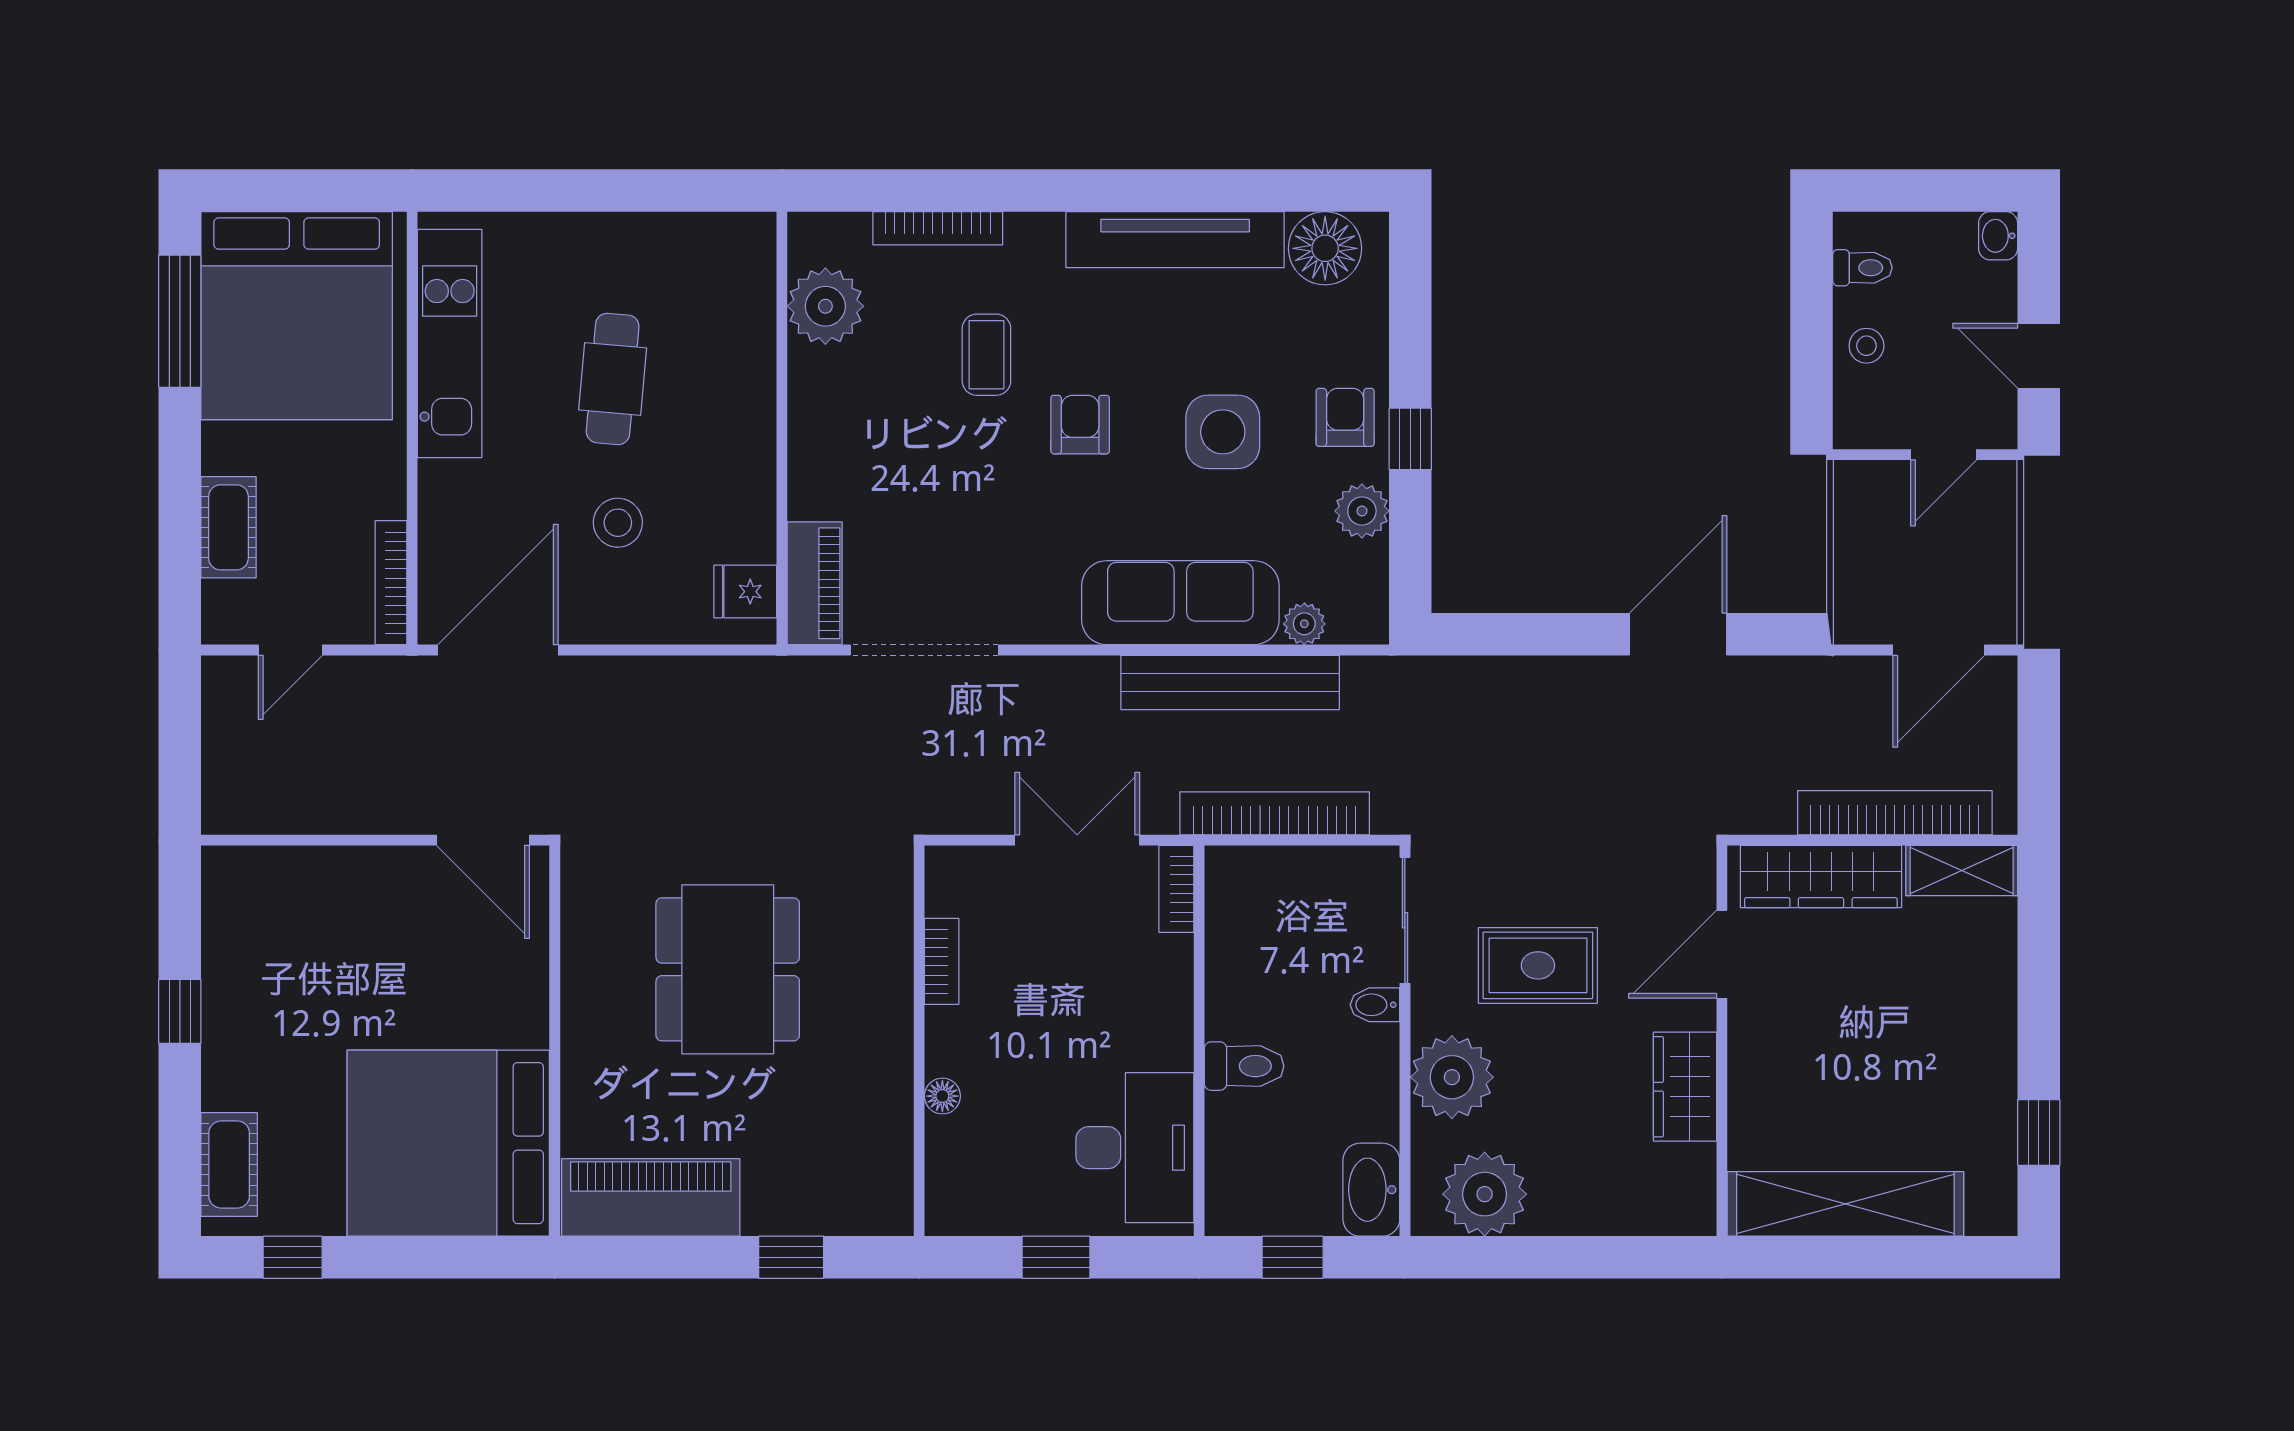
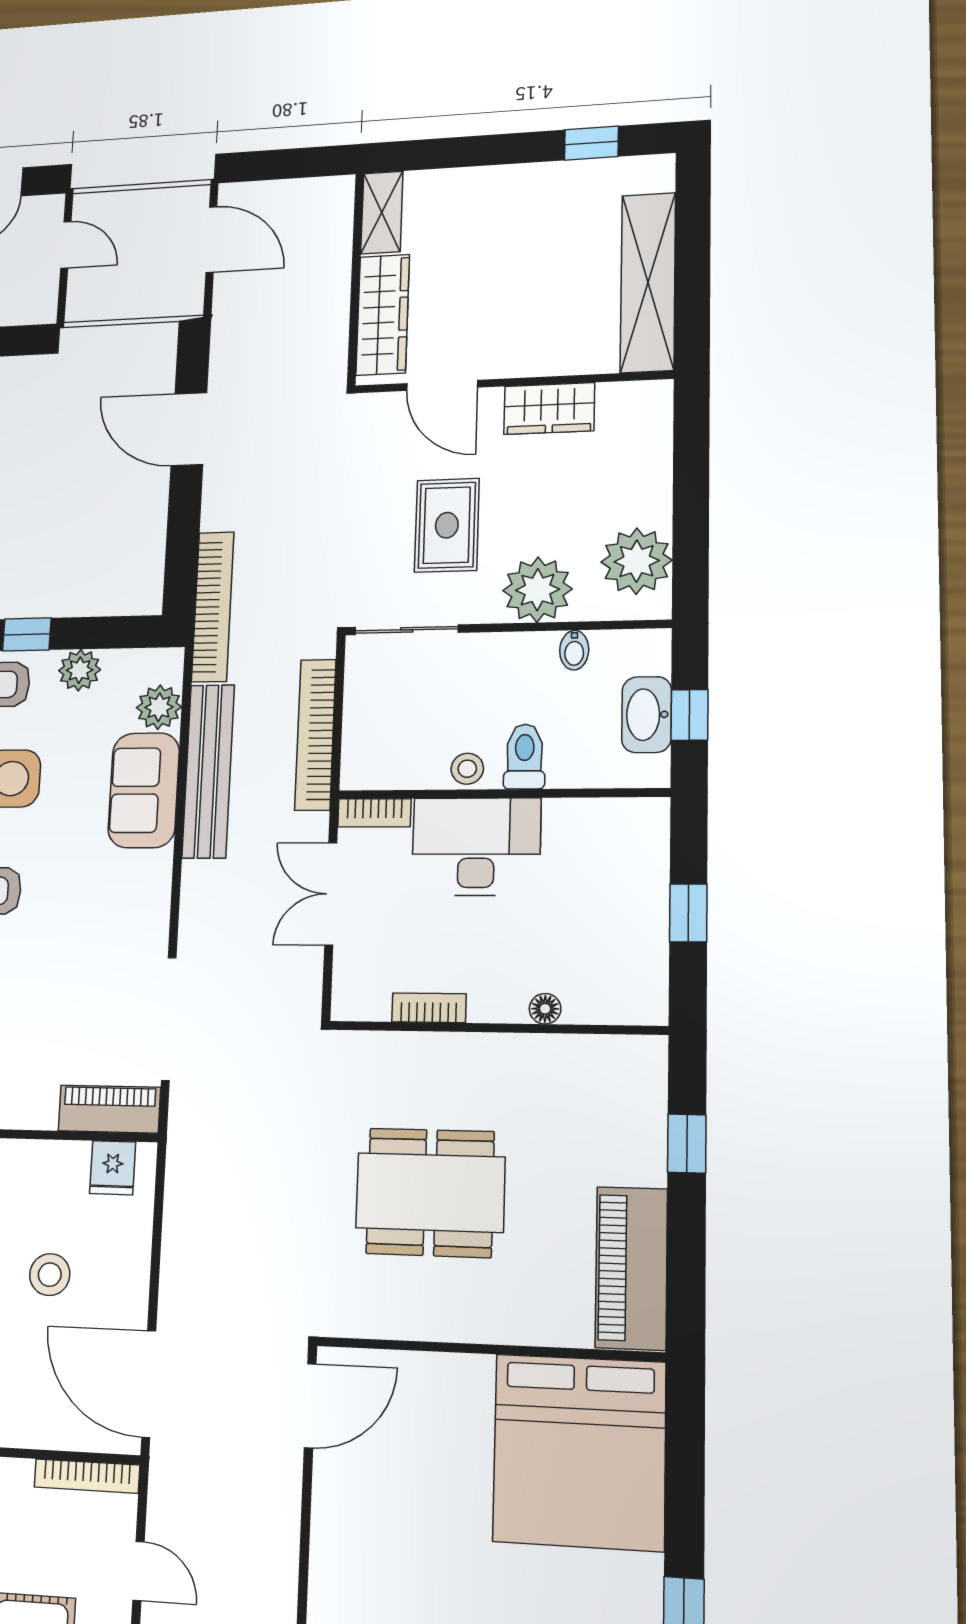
sofa: (1180, 603) -> (144, 790), width x0.73
plant: (1304, 624) -> (159, 707), width x1.38, depth x1.38
bookcase: (1895, 813) -> (213, 607), moved, turned 180
stool: (1230, 999) -> (467, 769), added
bidet: (1375, 1005) -> (574, 650), moved
desk: (1135, 1148) -> (476, 847), moved
washbasin: (1371, 1190) -> (647, 715), moved, turned 90

